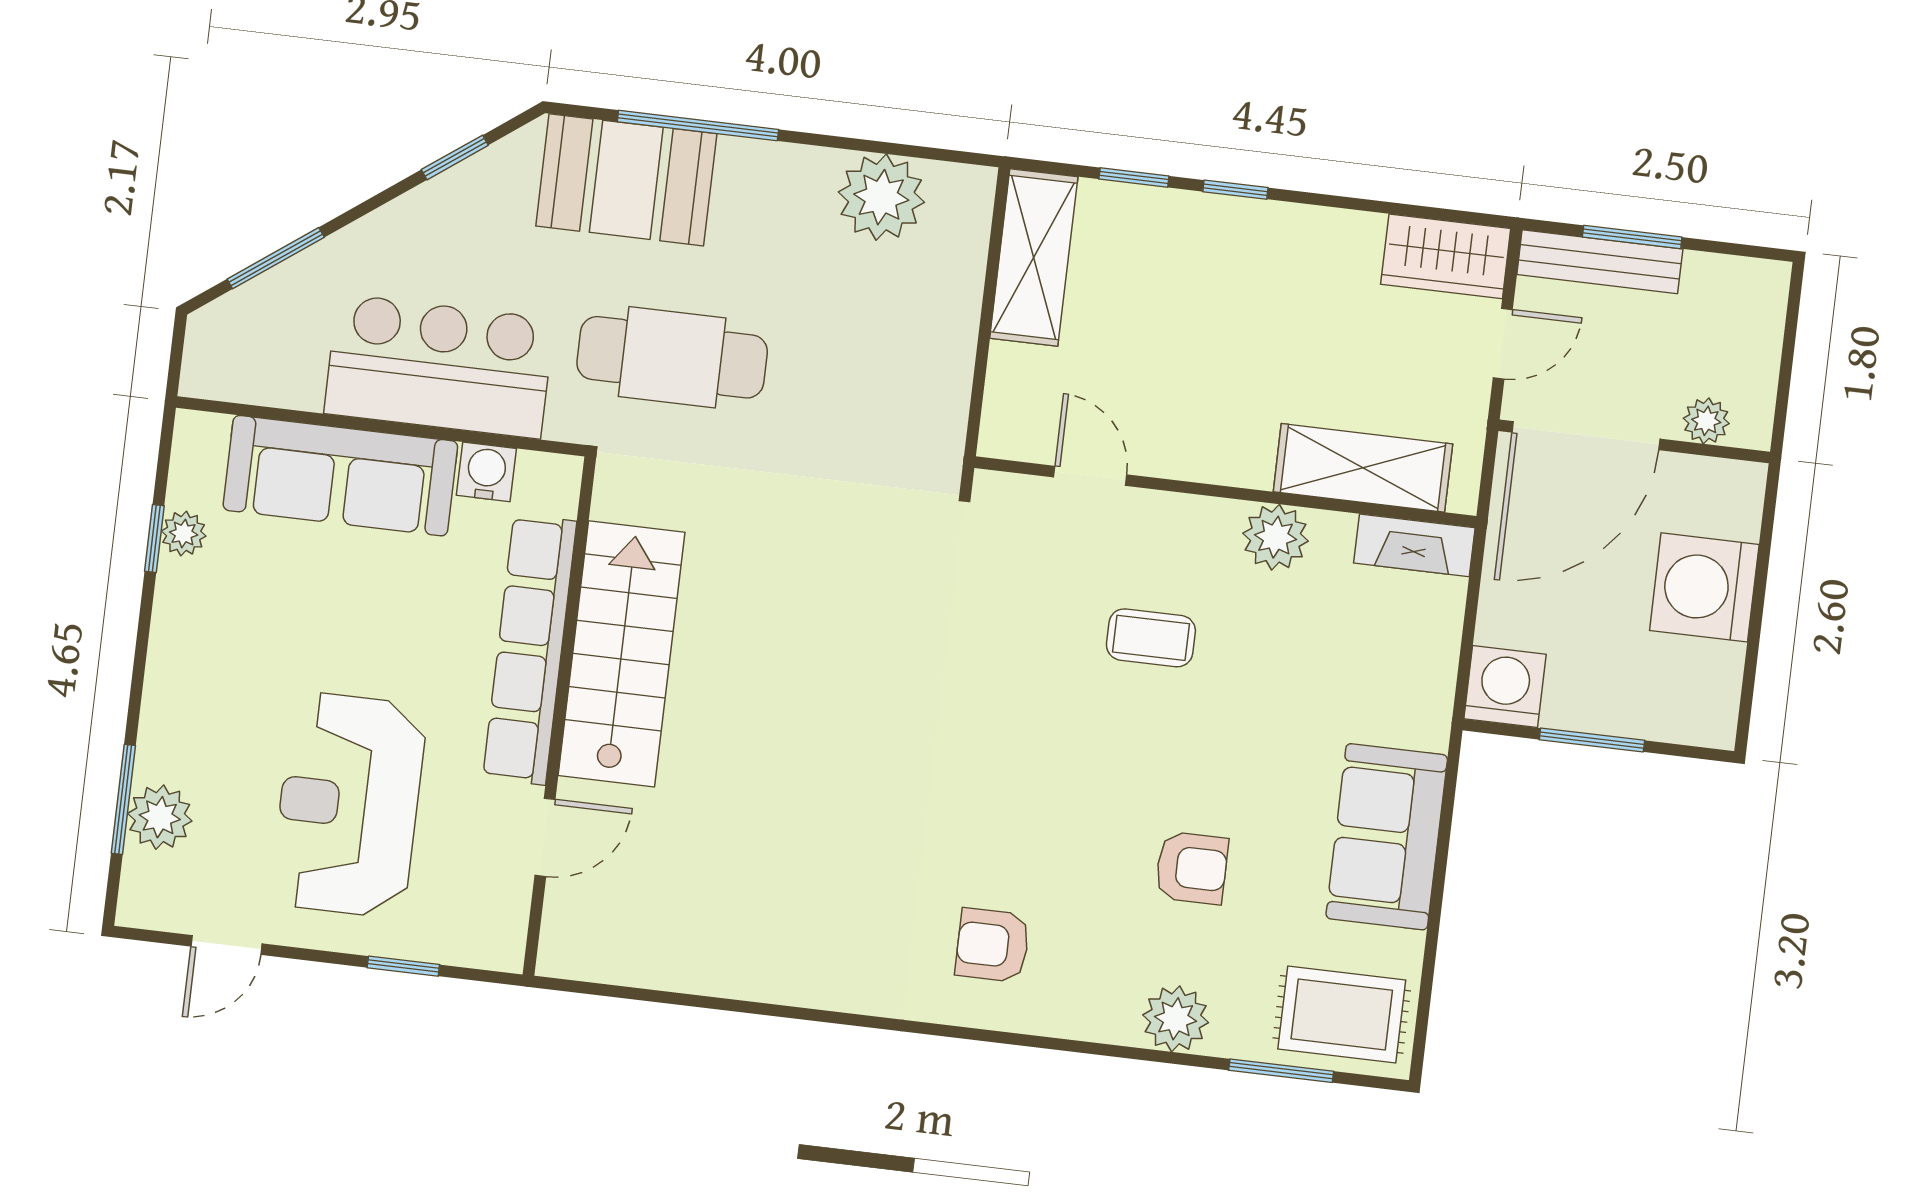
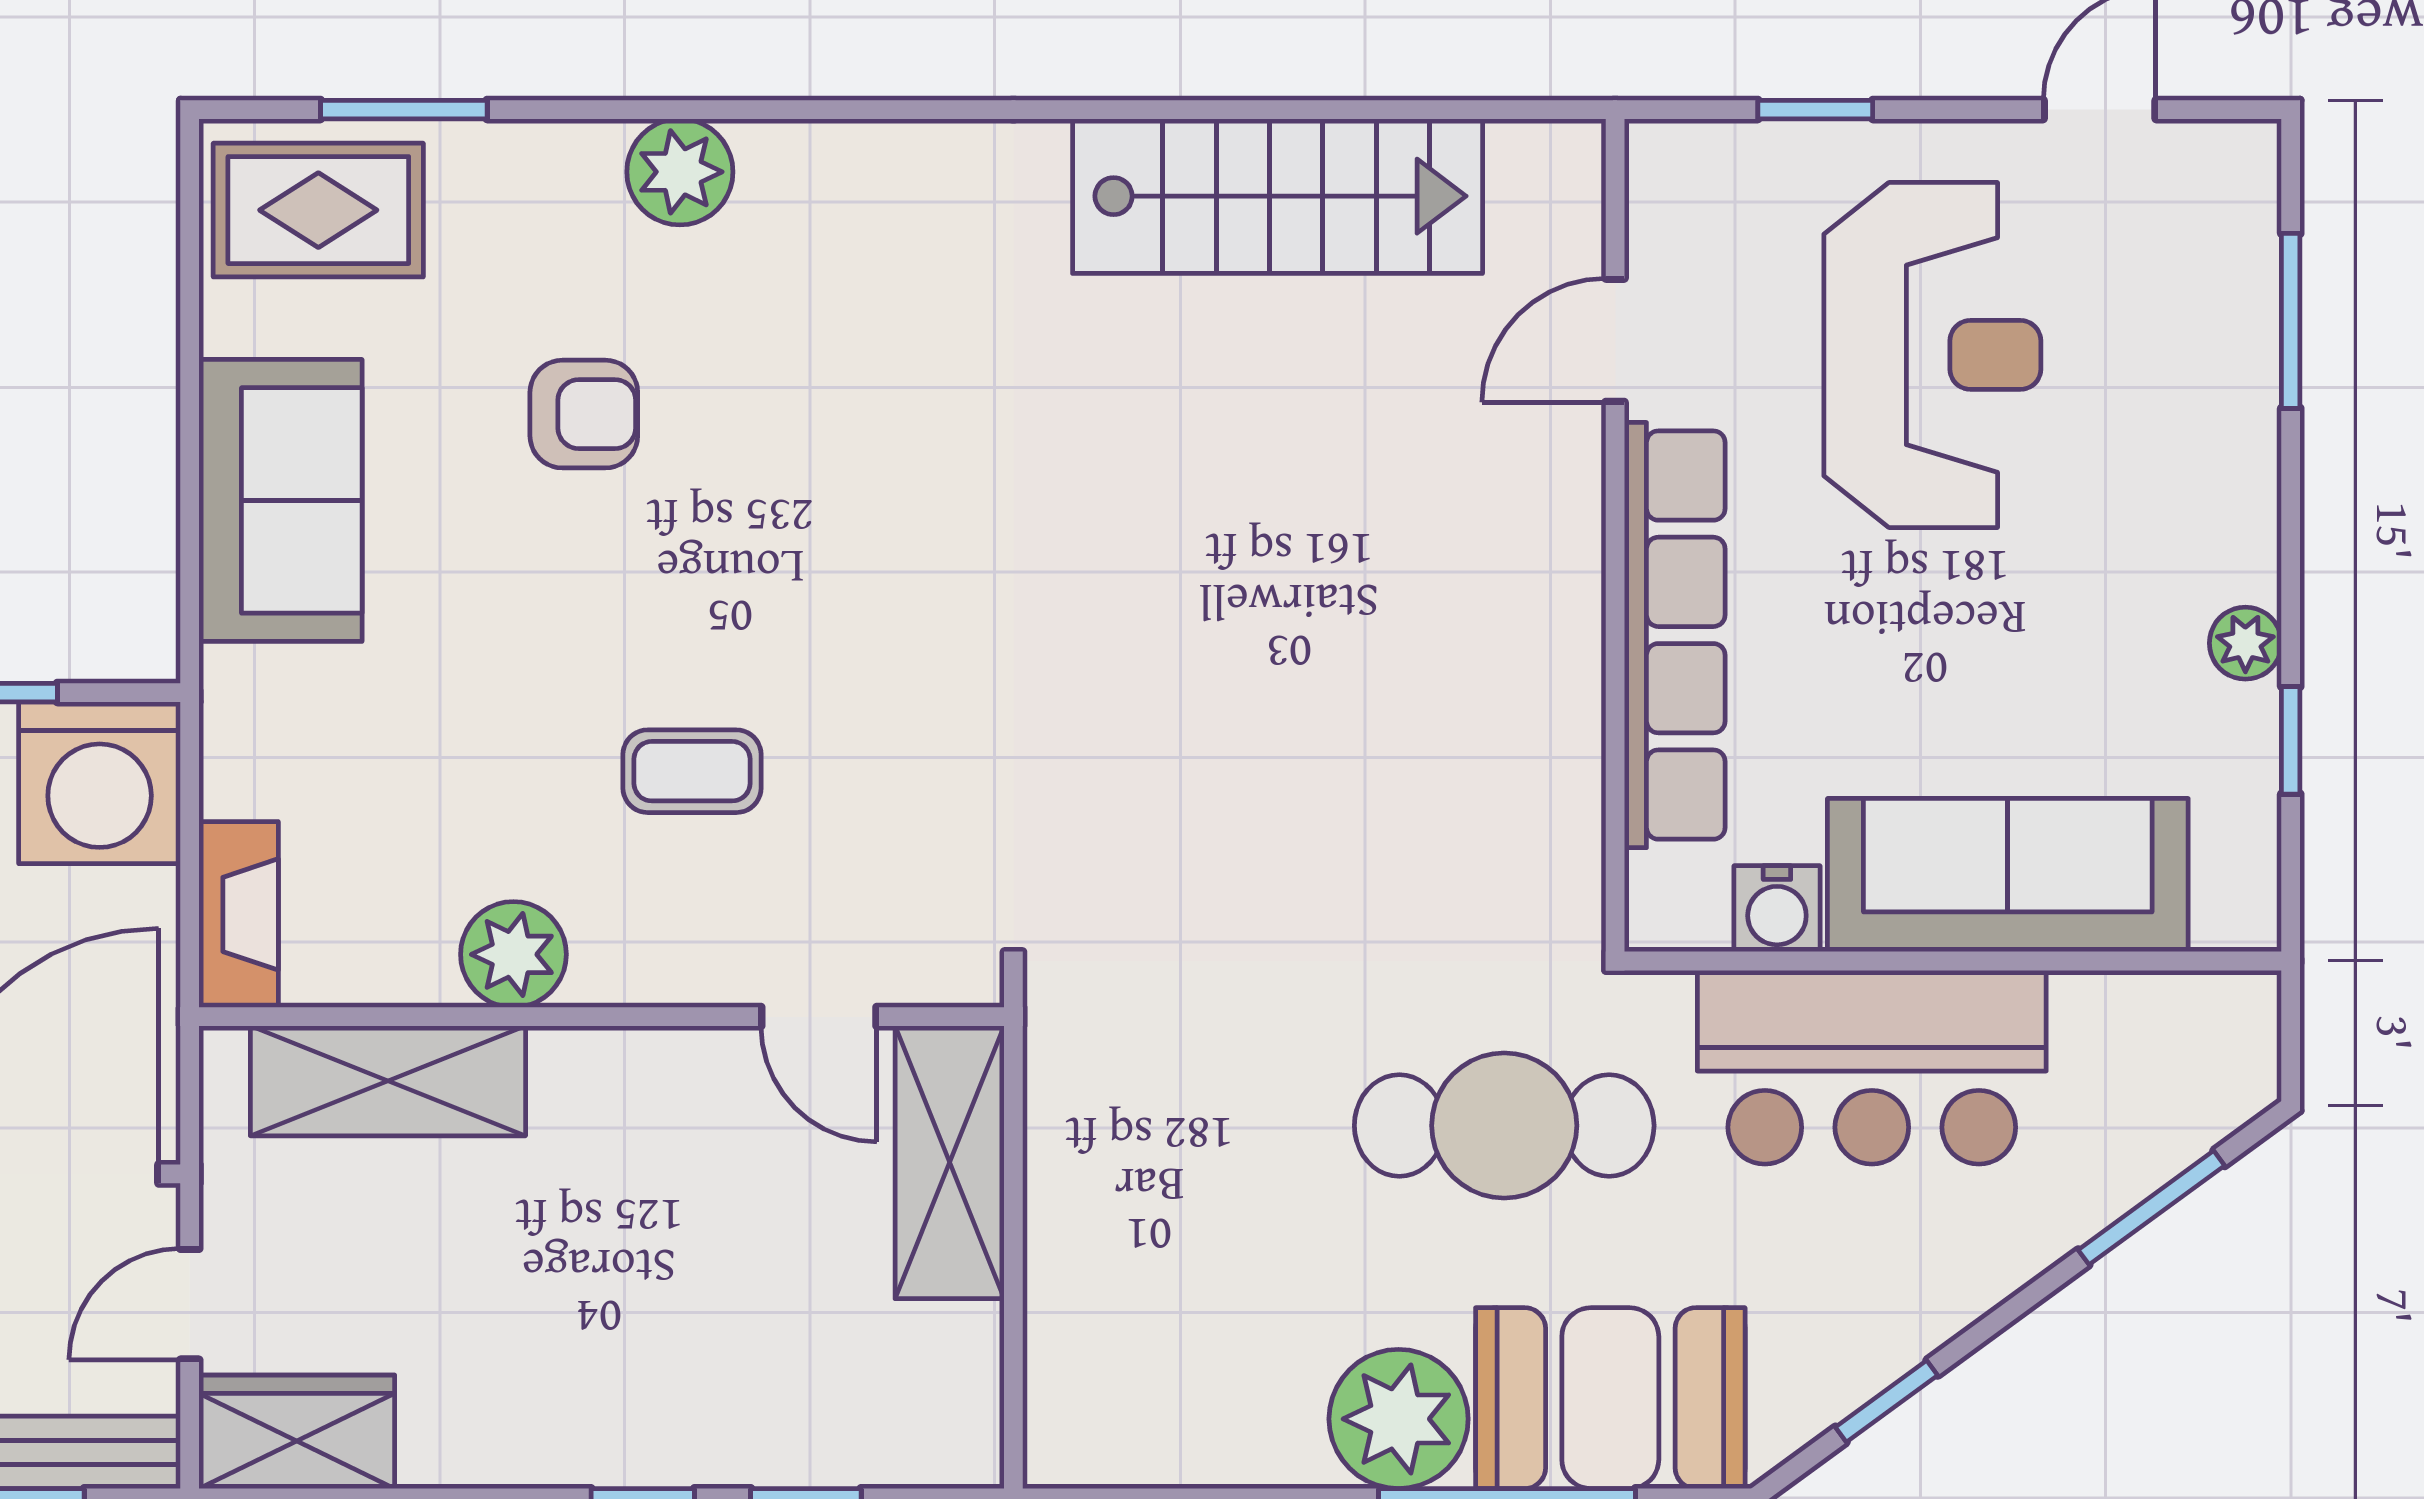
plant: (881, 197) -> (1399, 1419), moved
shelving: (1034, 257) -> (950, 1162), moved
plant: (184, 533) -> (2245, 643), moved
fireplace: (1414, 545) -> (239, 914), moved, turned 90
stairs: (621, 654) -> (1278, 196), moved, turned -90
washing machine: (1505, 687) -> (100, 783), width x1.37, depth x1.37
plant: (160, 817) -> (2229, 299), removed
armchair: (1192, 868) -> (584, 414), turned 180
armchair: (992, 945) -> (885, 254), removed
plant: (1176, 1019) -> (680, 172), moved

